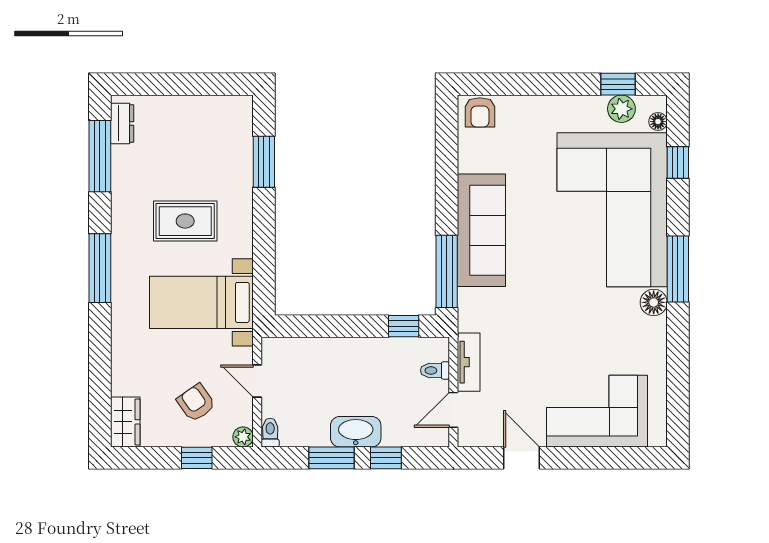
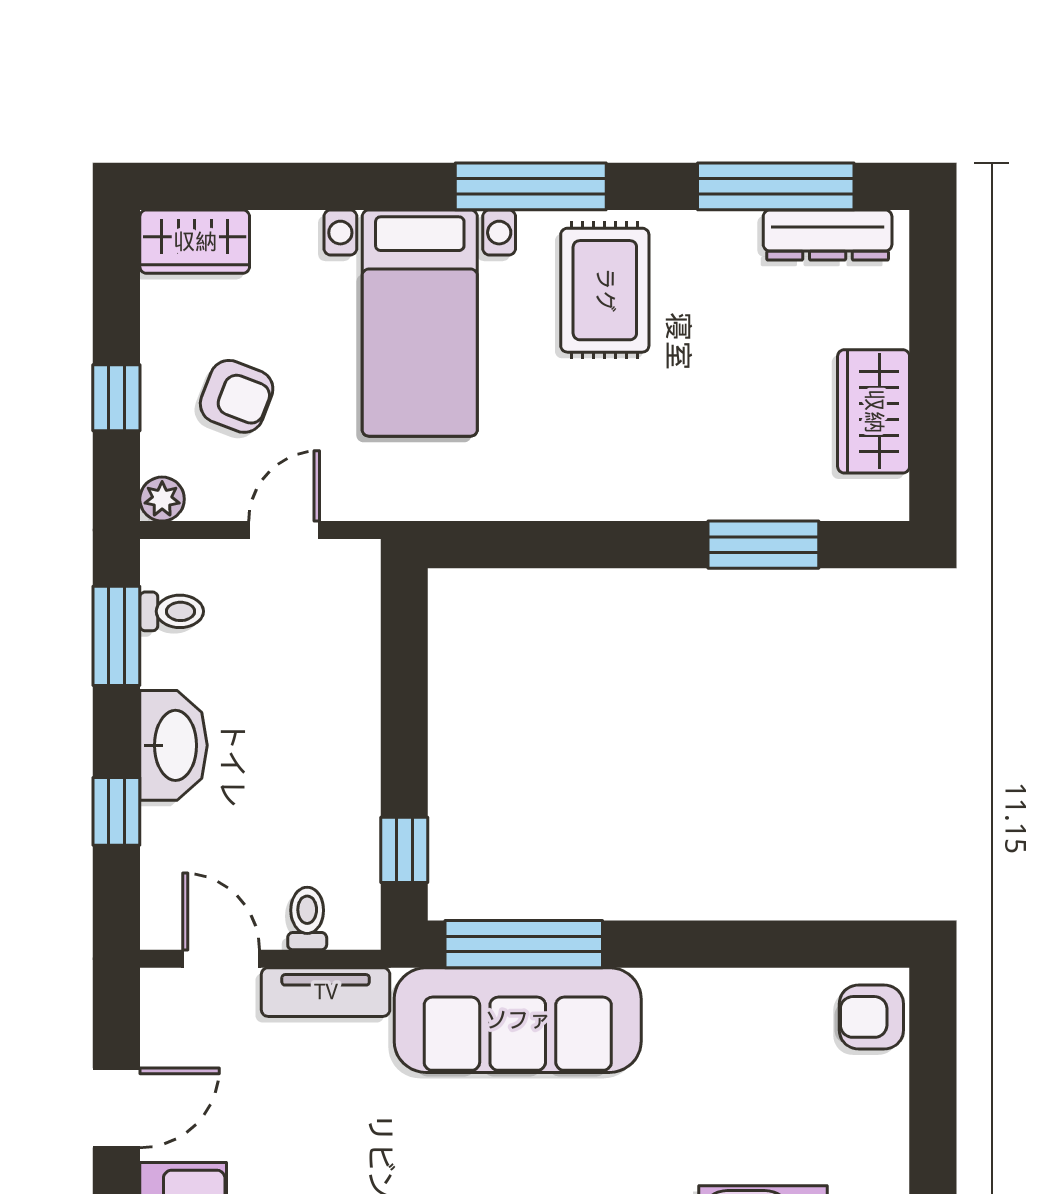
wardrobe: (203, 111) -> (874, 411), added
dresser: (122, 123) -> (828, 235), width x1.44
rug: (185, 221) -> (605, 290), moved
sofa: (481, 230) -> (518, 1020), moved
bed with nightstands: (201, 302) -> (420, 323), moved, turned 180
armchair: (196, 403) -> (237, 396), turned 56
toilet: (270, 433) -> (172, 611), moved
window: (331, 458) -> (116, 636), moved

